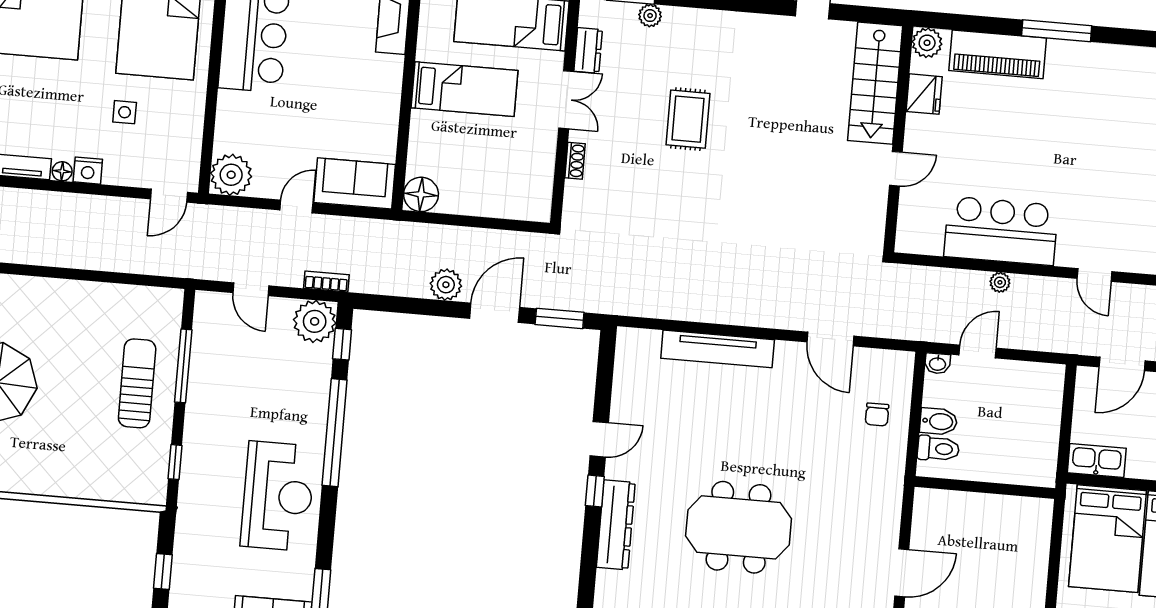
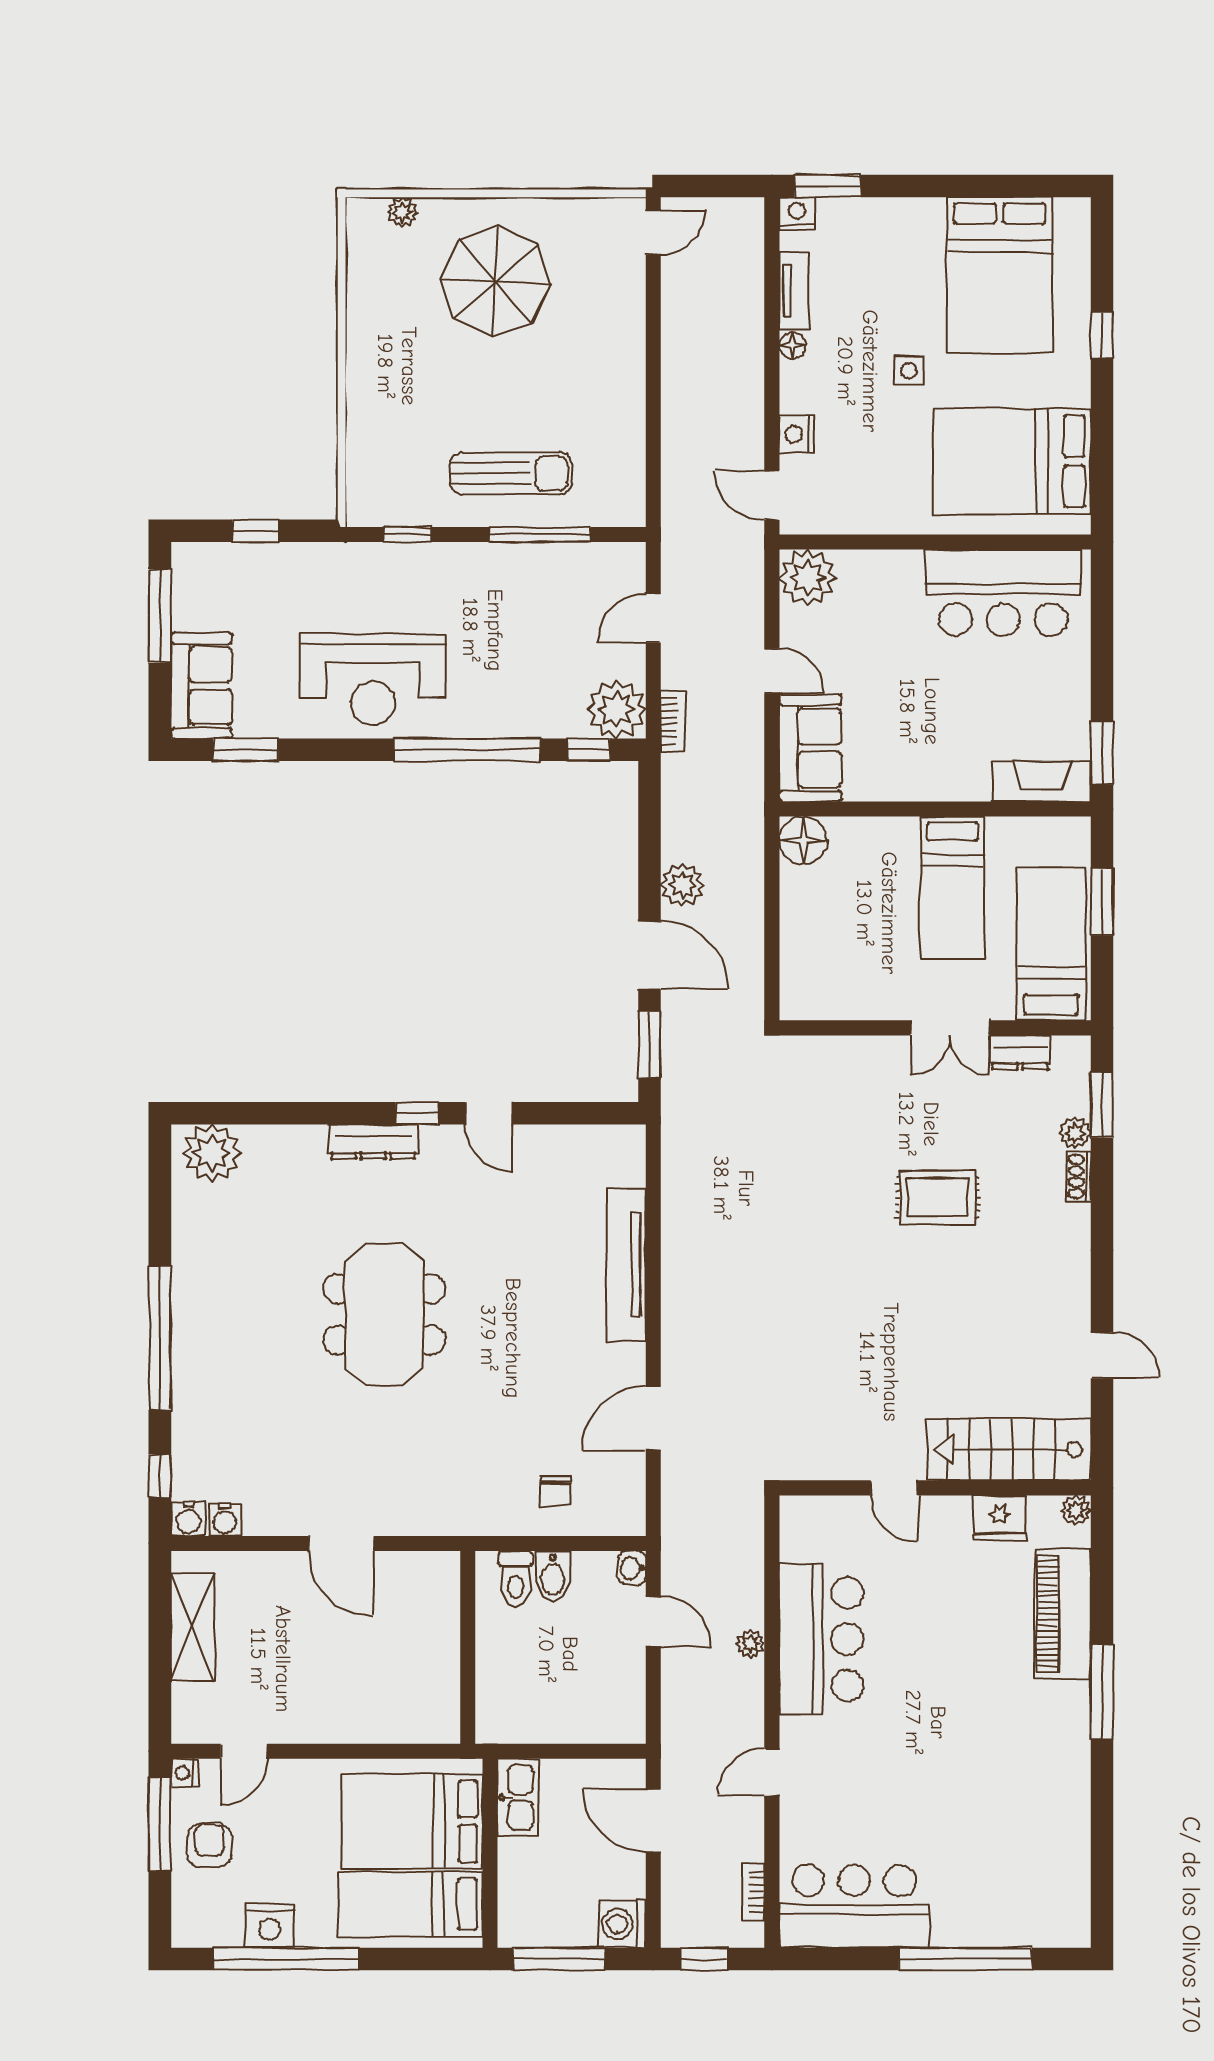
plant: (927, 43) -> (1076, 1510), width x0.73, depth x0.73
side table: (125, 112) -> (909, 371), moved
shoe rack: (575, 161) -> (1079, 1176), moved, turned 90
nightstand: (88, 171) -> (797, 434), moved
chair: (877, 414) -> (555, 1491), turned -90
dresser: (616, 525) -> (373, 1142), width x0.73, depth x0.80

